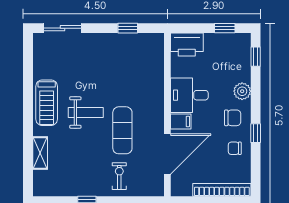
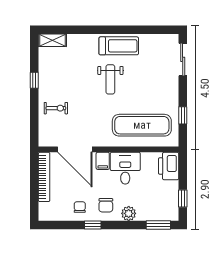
window: (256, 57) -> (158, 225), width x1.50
treadmill: (47, 103) -> (119, 46), turned 180
exercise mat: (122, 130) -> (142, 125), moved, width x1.36, depth x1.45
shelving: (40, 153) -> (52, 40), moved
bookcase: (222, 190) -> (44, 177), moved

